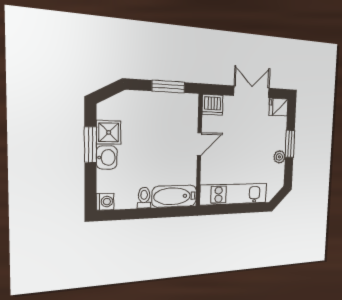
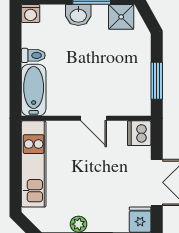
shower: (109, 132) -> (121, 17), moved

